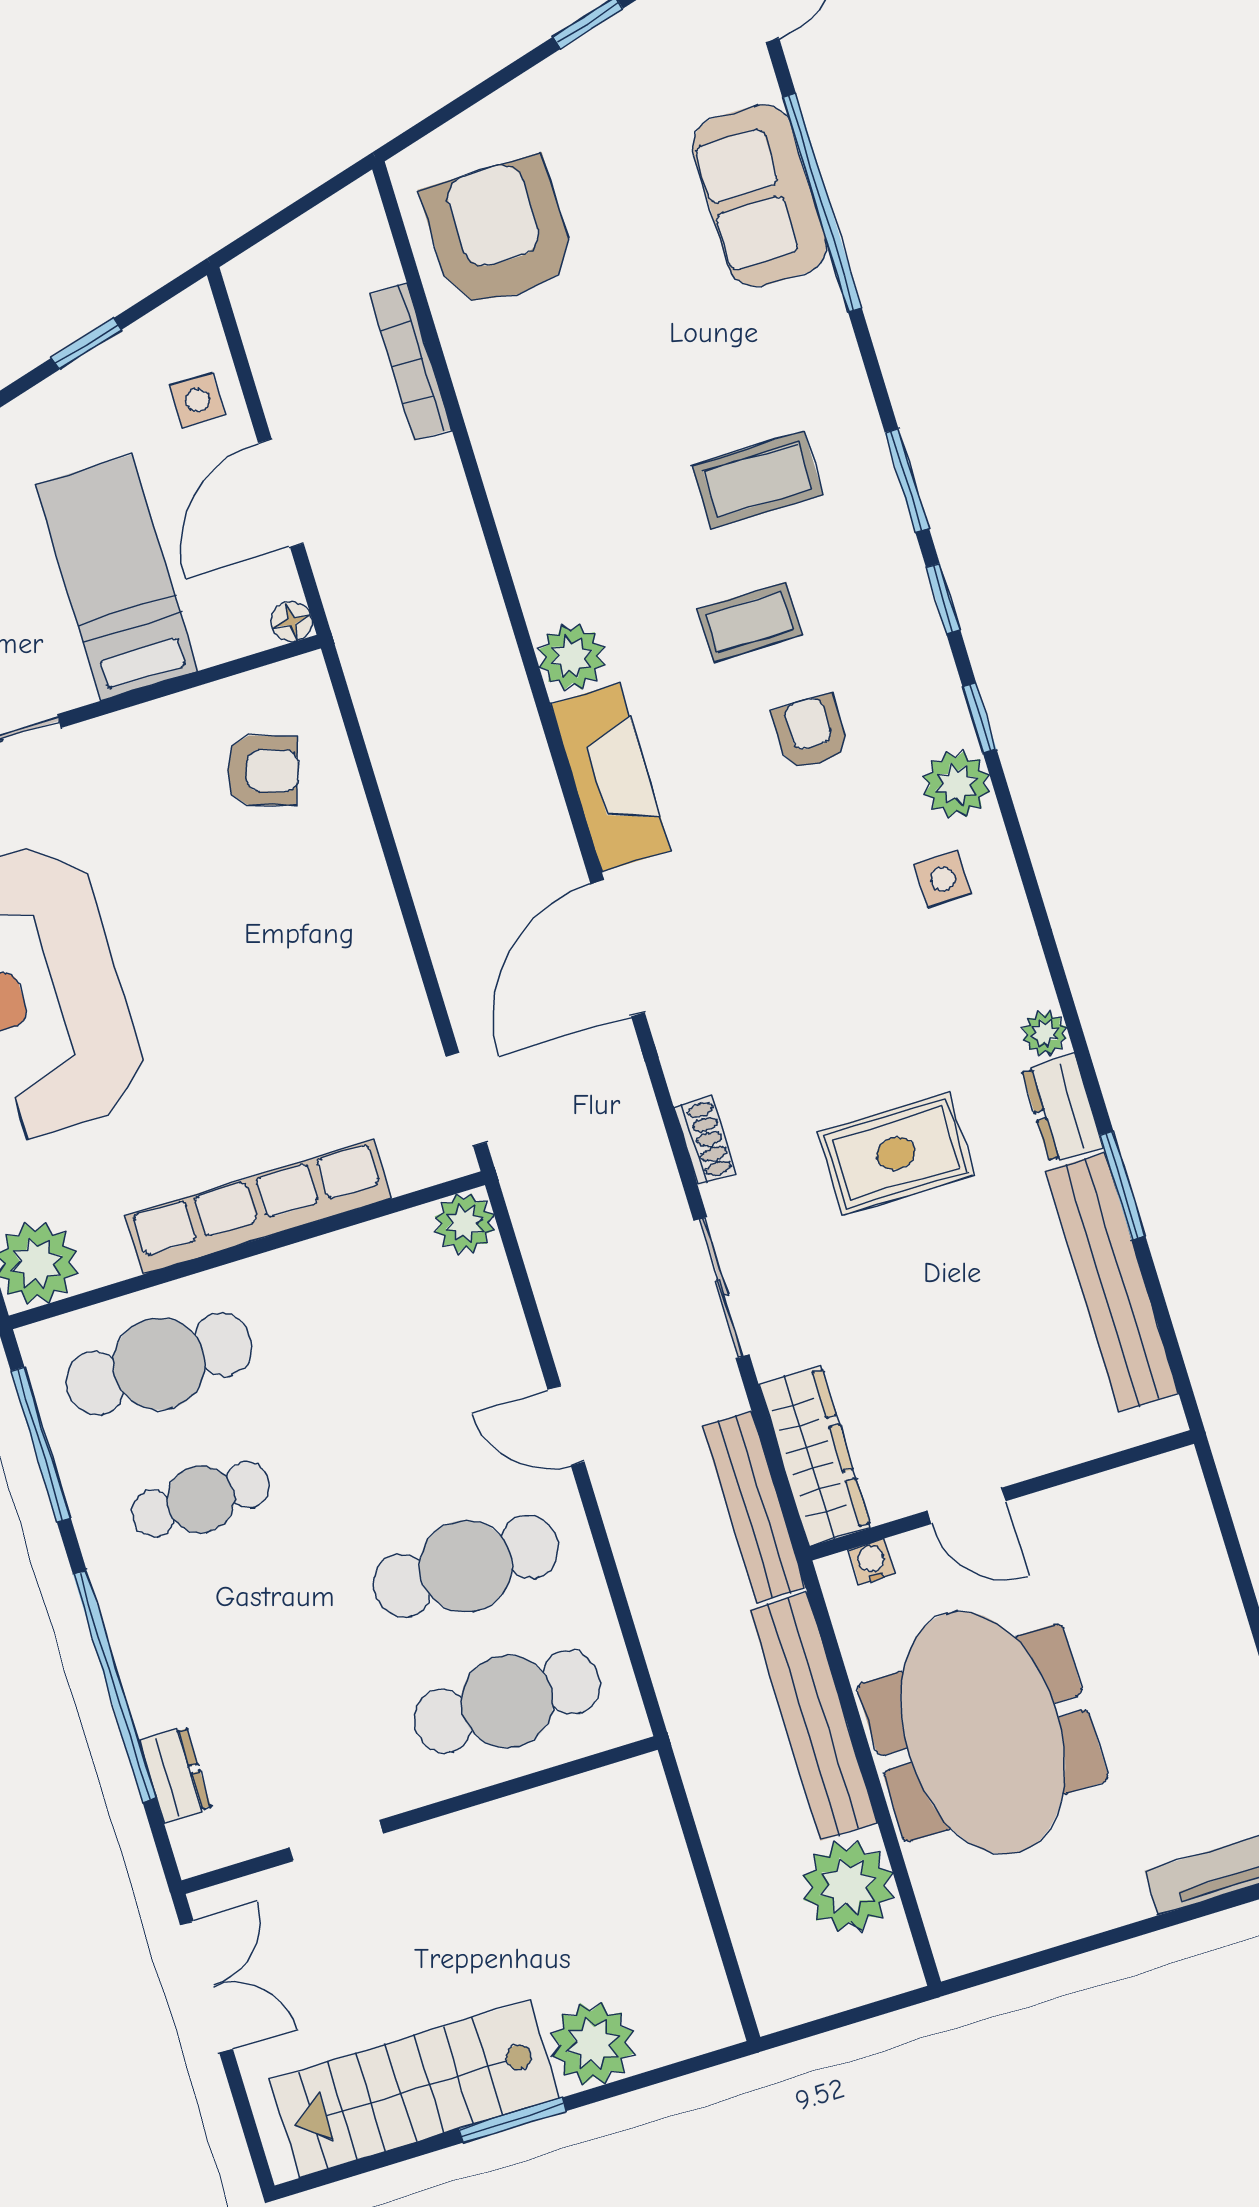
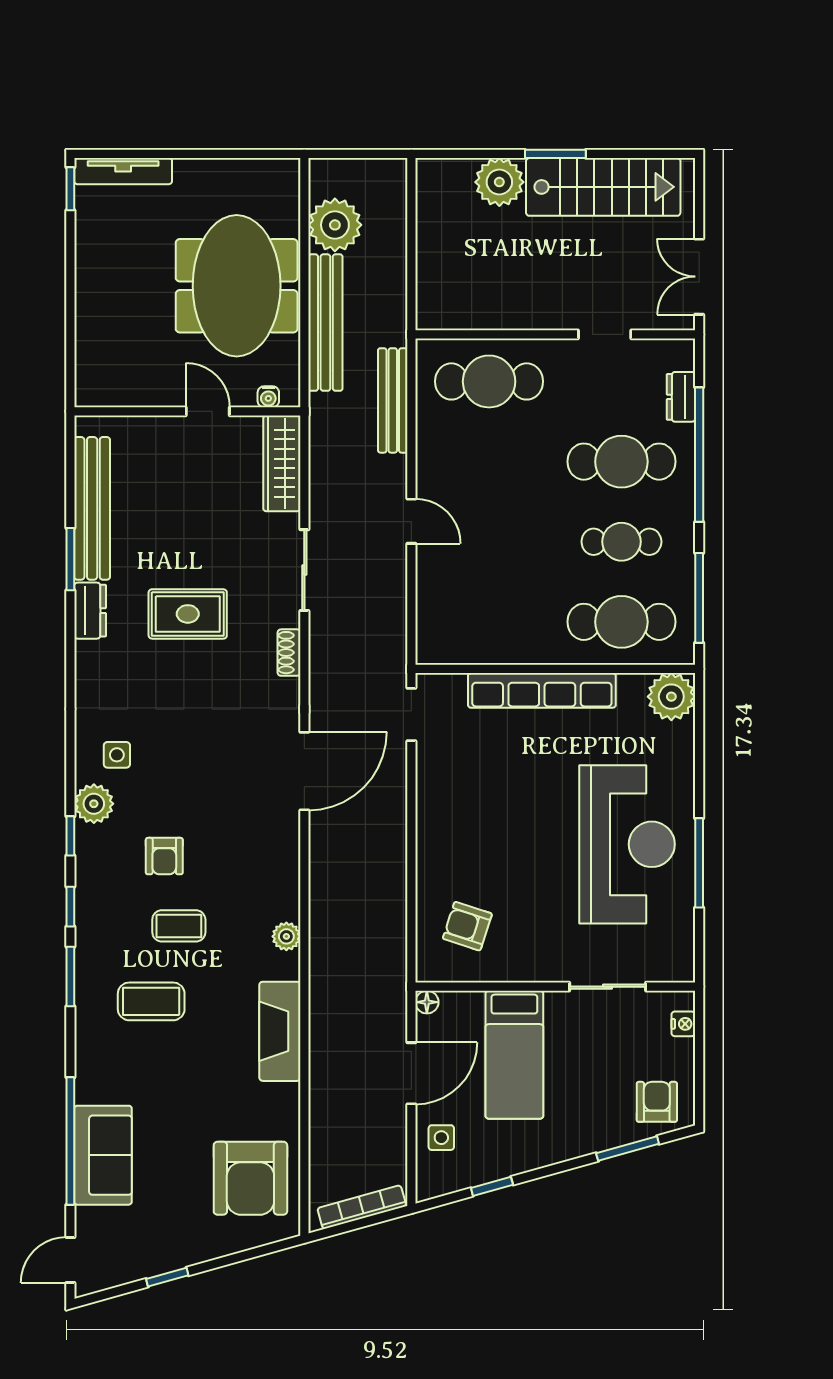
bookcase: (411, 362) -> (362, 1207), moved, turned -106
plant: (572, 657) -> (286, 936), width x0.73, depth x0.73
fireplace: (611, 777) -> (280, 1031), moved
plant: (1045, 1033) -> (87, 654), removed
plant: (465, 1223) -> (433, 647), removed
bench: (754, 1507) -> (393, 400), moved
cafe table: (466, 1566) -> (621, 462), moved

